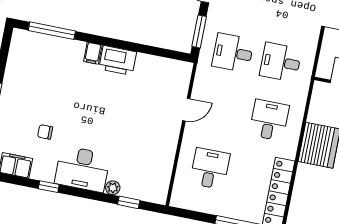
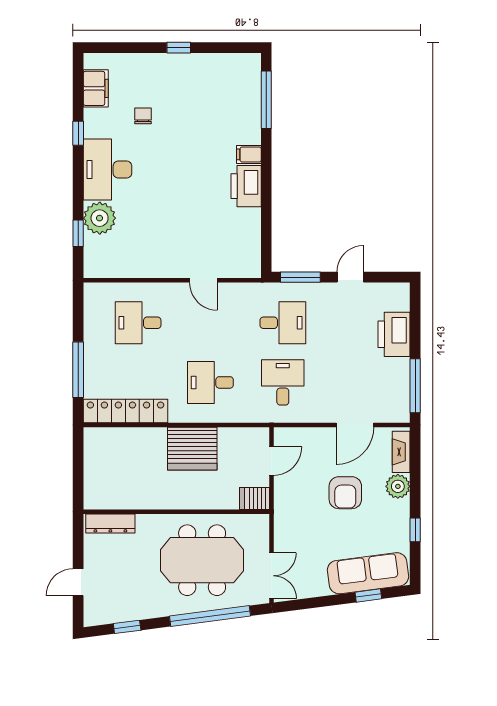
desk: (233, 53) -> (283, 323), turned 90
desk: (269, 120) -> (210, 382), turned 180
desk: (210, 169) -> (138, 323), turned 180
plant: (113, 188) -> (100, 218), width x1.88, depth x1.88

